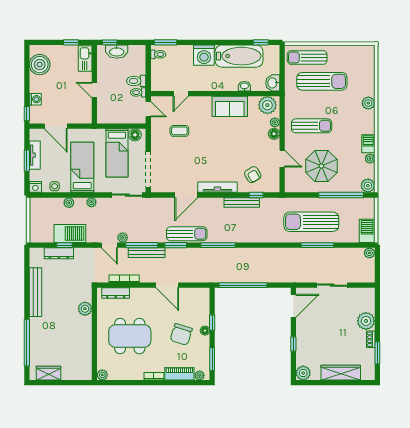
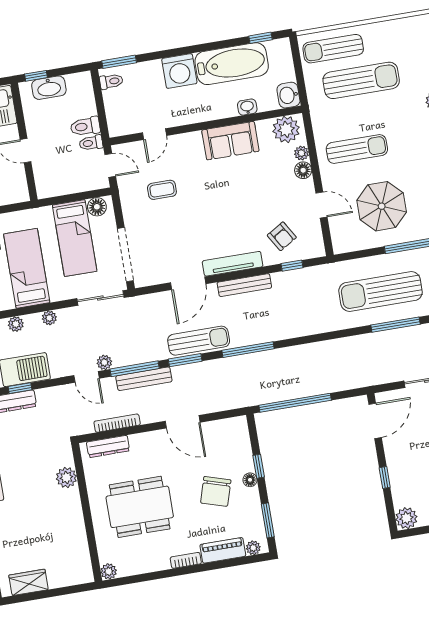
bench: (242, 202) -> (244, 285), moved

